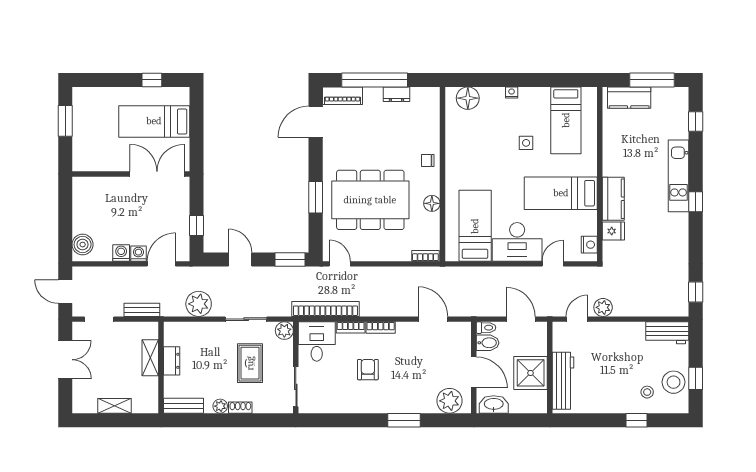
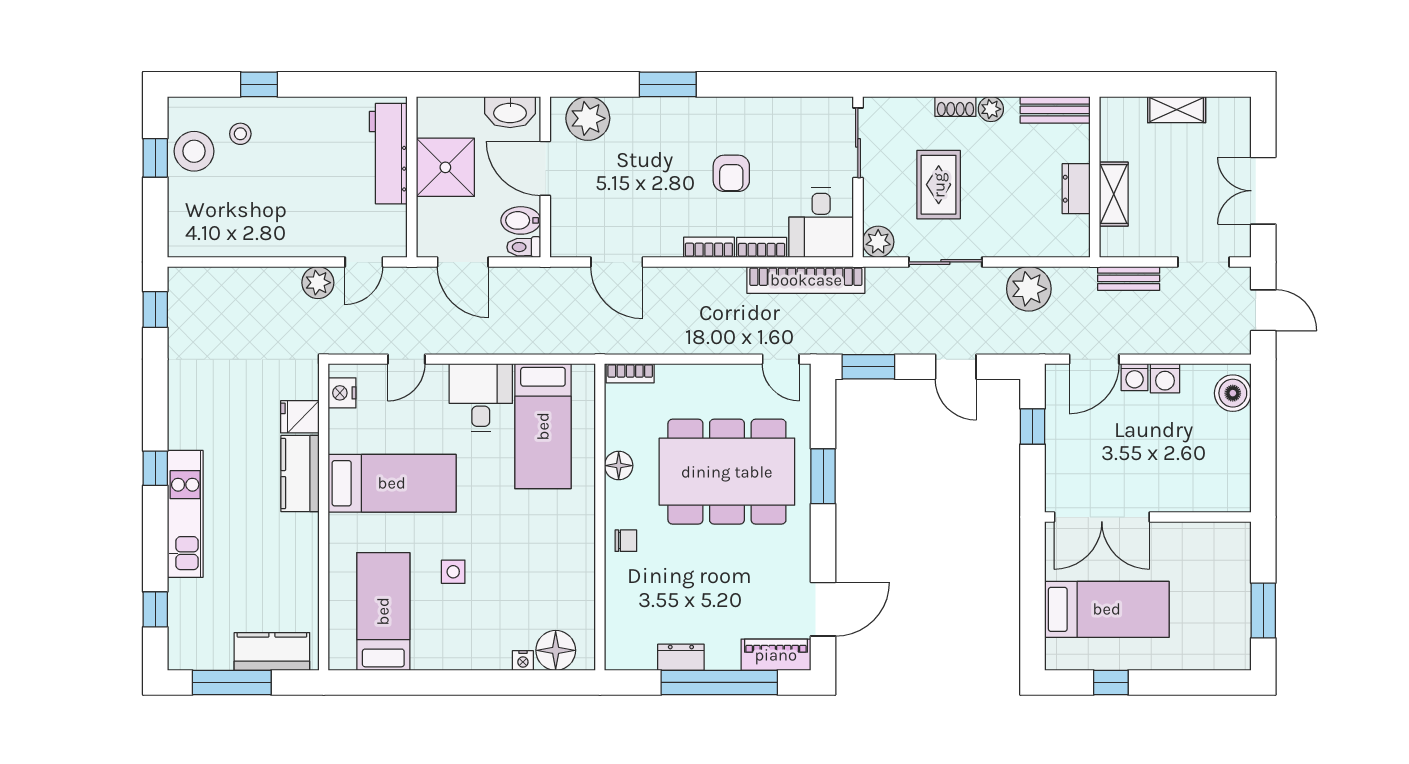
nightstand: (512, 92) -> (523, 660), moved
desk: (517, 242) -> (481, 398), width x0.73
workbench: (667, 333) -> (205, 238), removed

